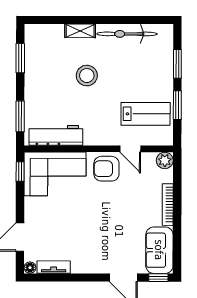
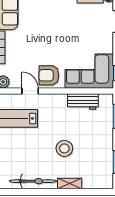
workbench: (56, 135) -> (83, 101), width x0.73
armchair: (106, 169) -> (49, 75), turned 180

